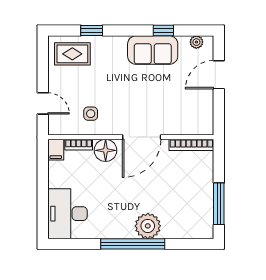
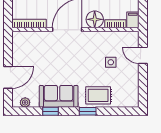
window: (92, 30) -> (88, 111), moved
rug: (72, 54) -> (98, 95), moved
side table: (91, 114) -> (111, 62), moved

